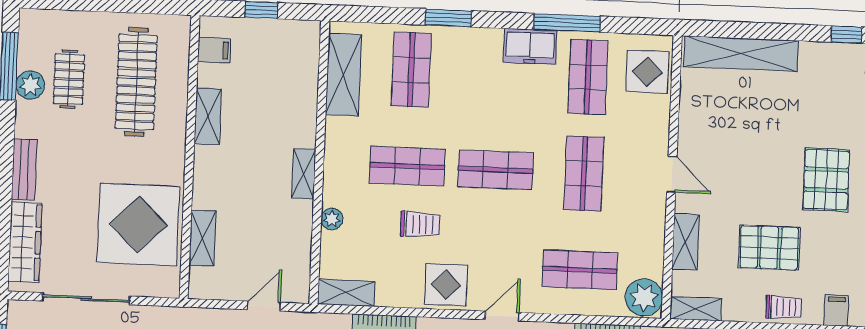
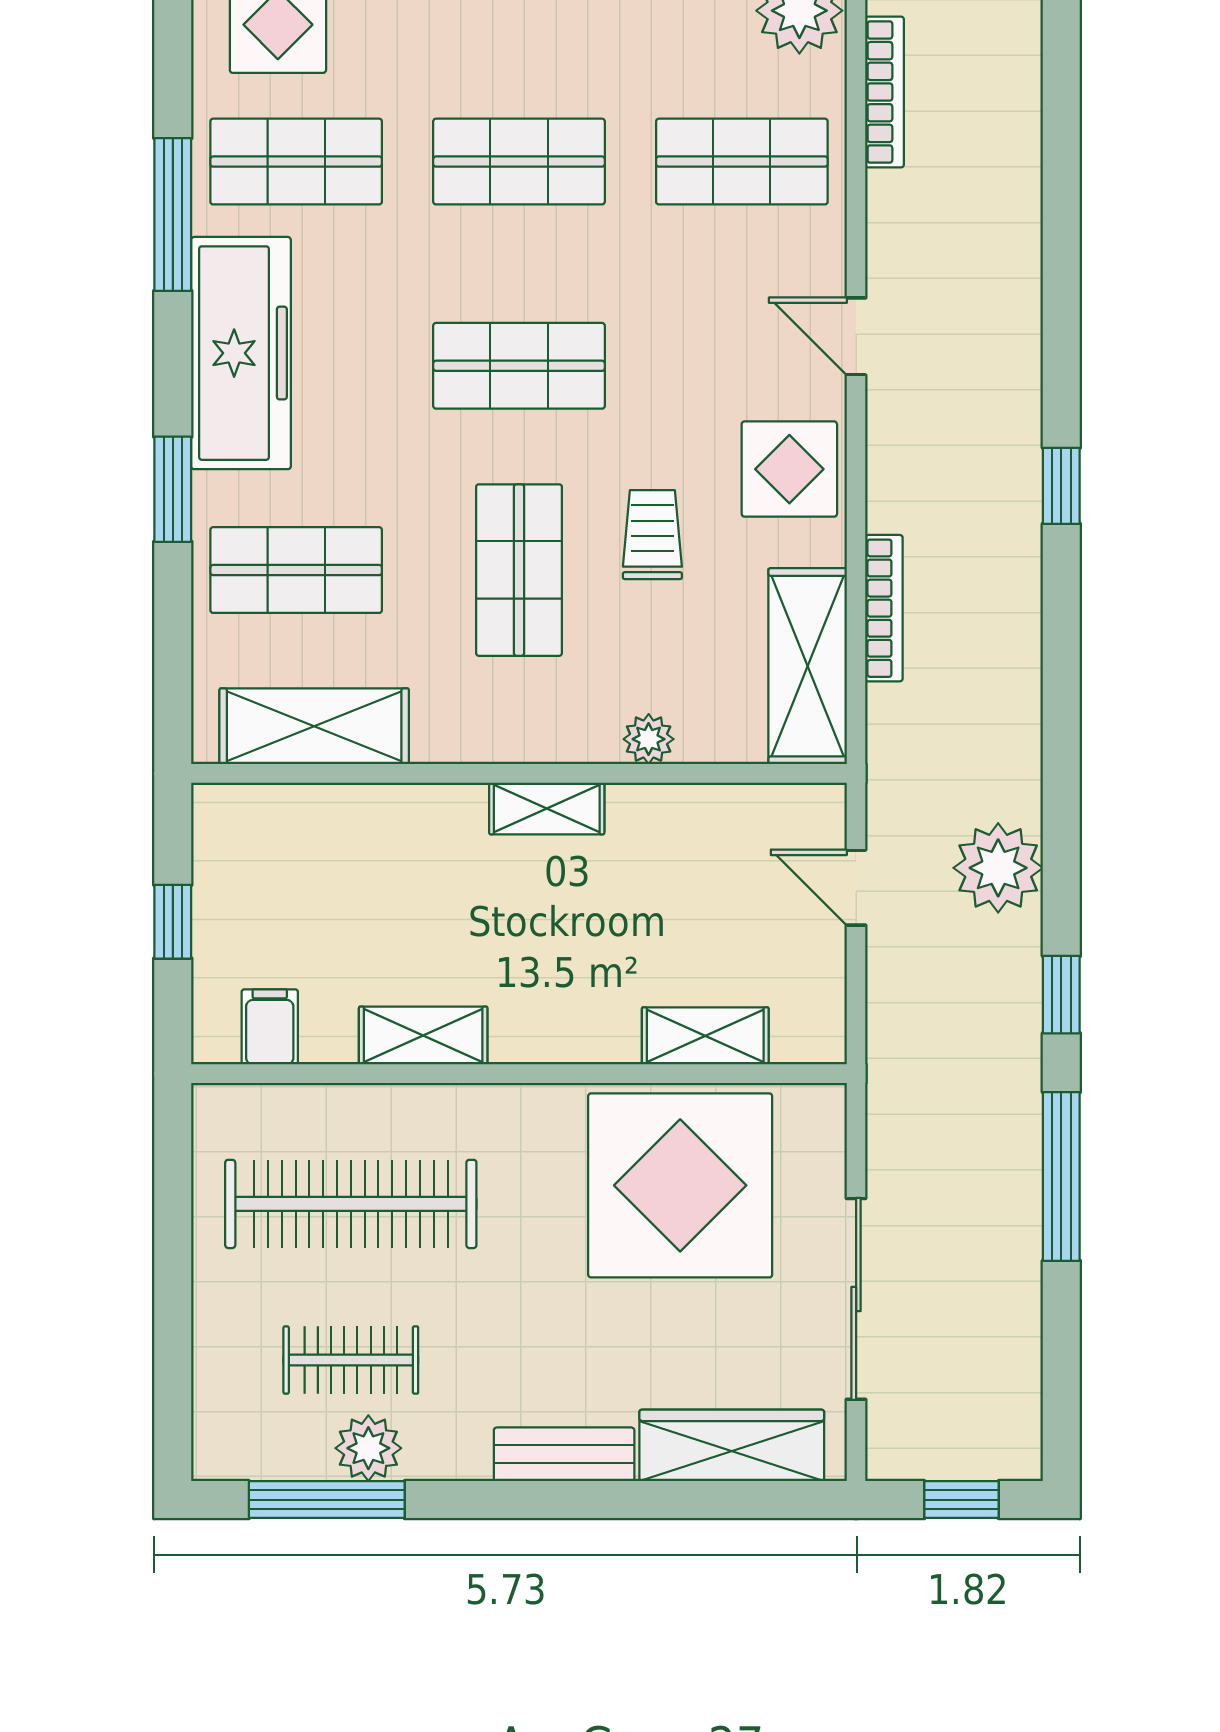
freezer: (530, 46) -> (241, 353), width x1.91, depth x1.26
shop shelf: (496, 170) -> (519, 366), turned 90
shop shelf: (580, 270) -> (742, 162), turned 90
shelving: (346, 293) -> (808, 666), width x1.50, depth x1.33

